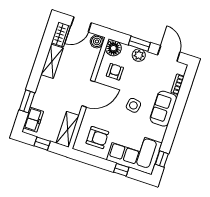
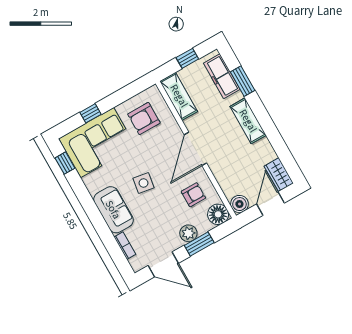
shelving: (52, 61) -> (248, 121), moved
armchair: (115, 72) -> (193, 195), turned -90
freezer: (33, 120) -> (222, 76), width x1.40

